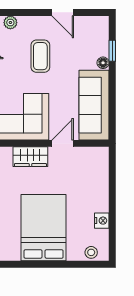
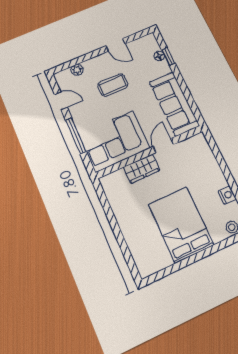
coffee table: (40, 56) -> (113, 85), turned 90
floor lamp: (103, 63) -> (159, 56), moved

